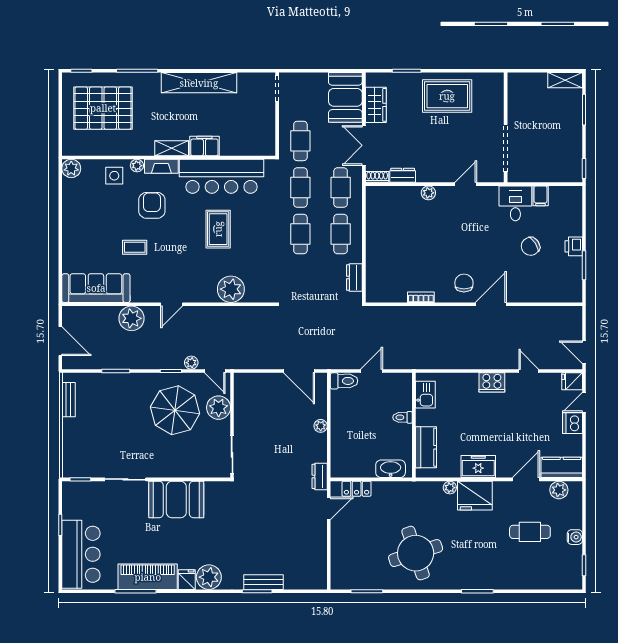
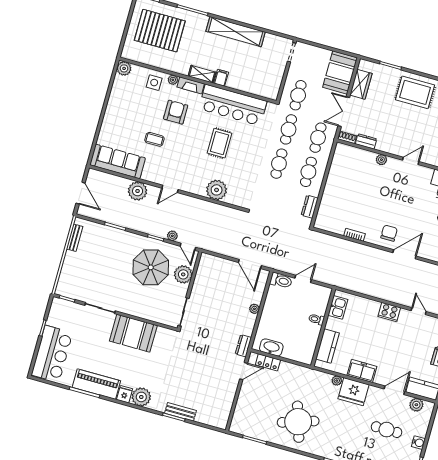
filing cabinet: (204, 146) -> (221, 78), width x0.50
washbasin: (391, 469) -> (271, 347), moved

